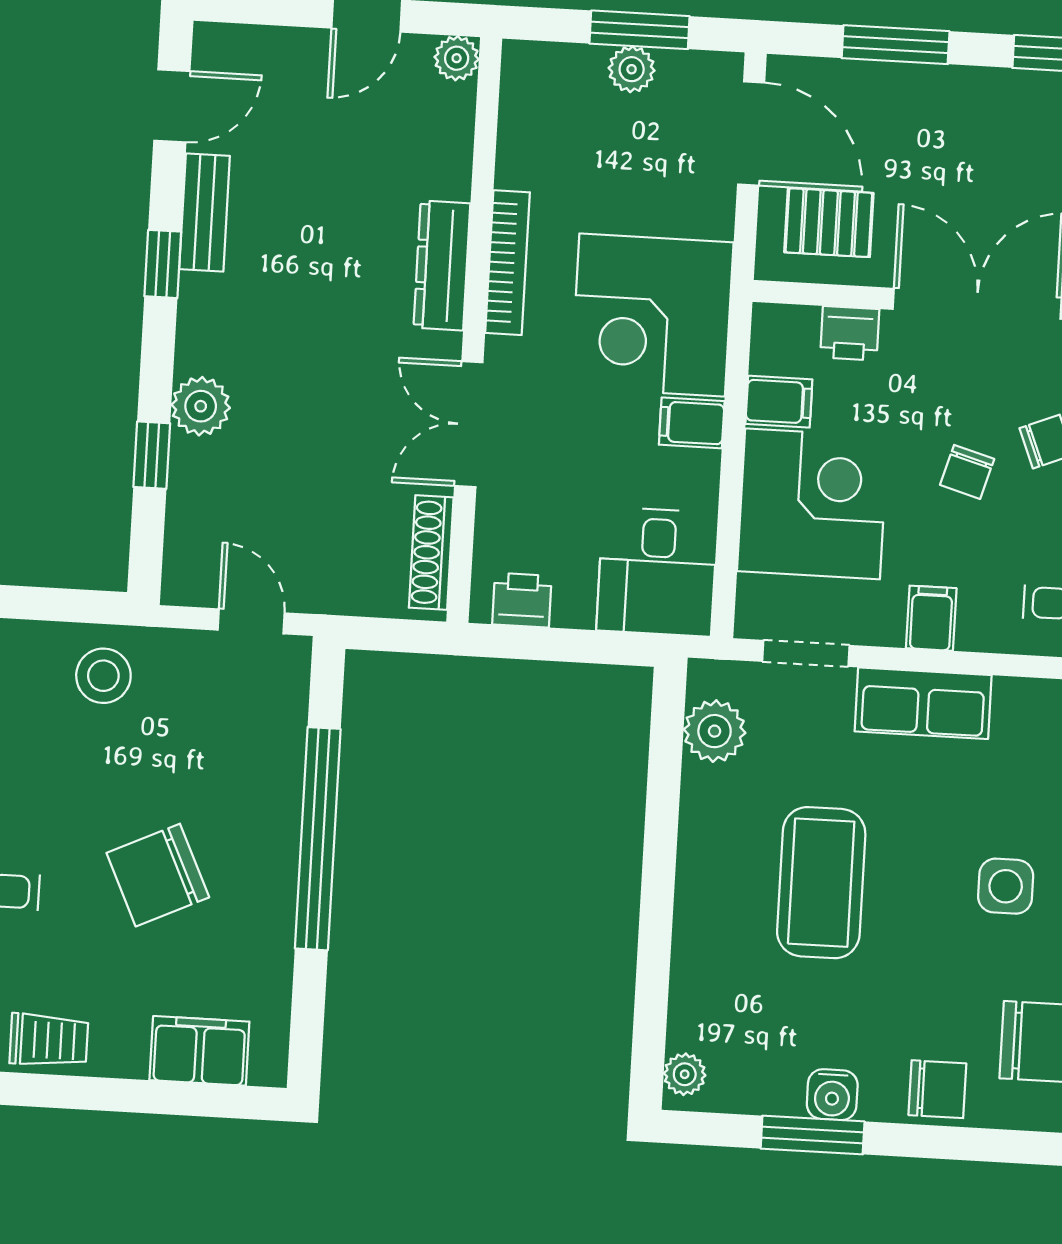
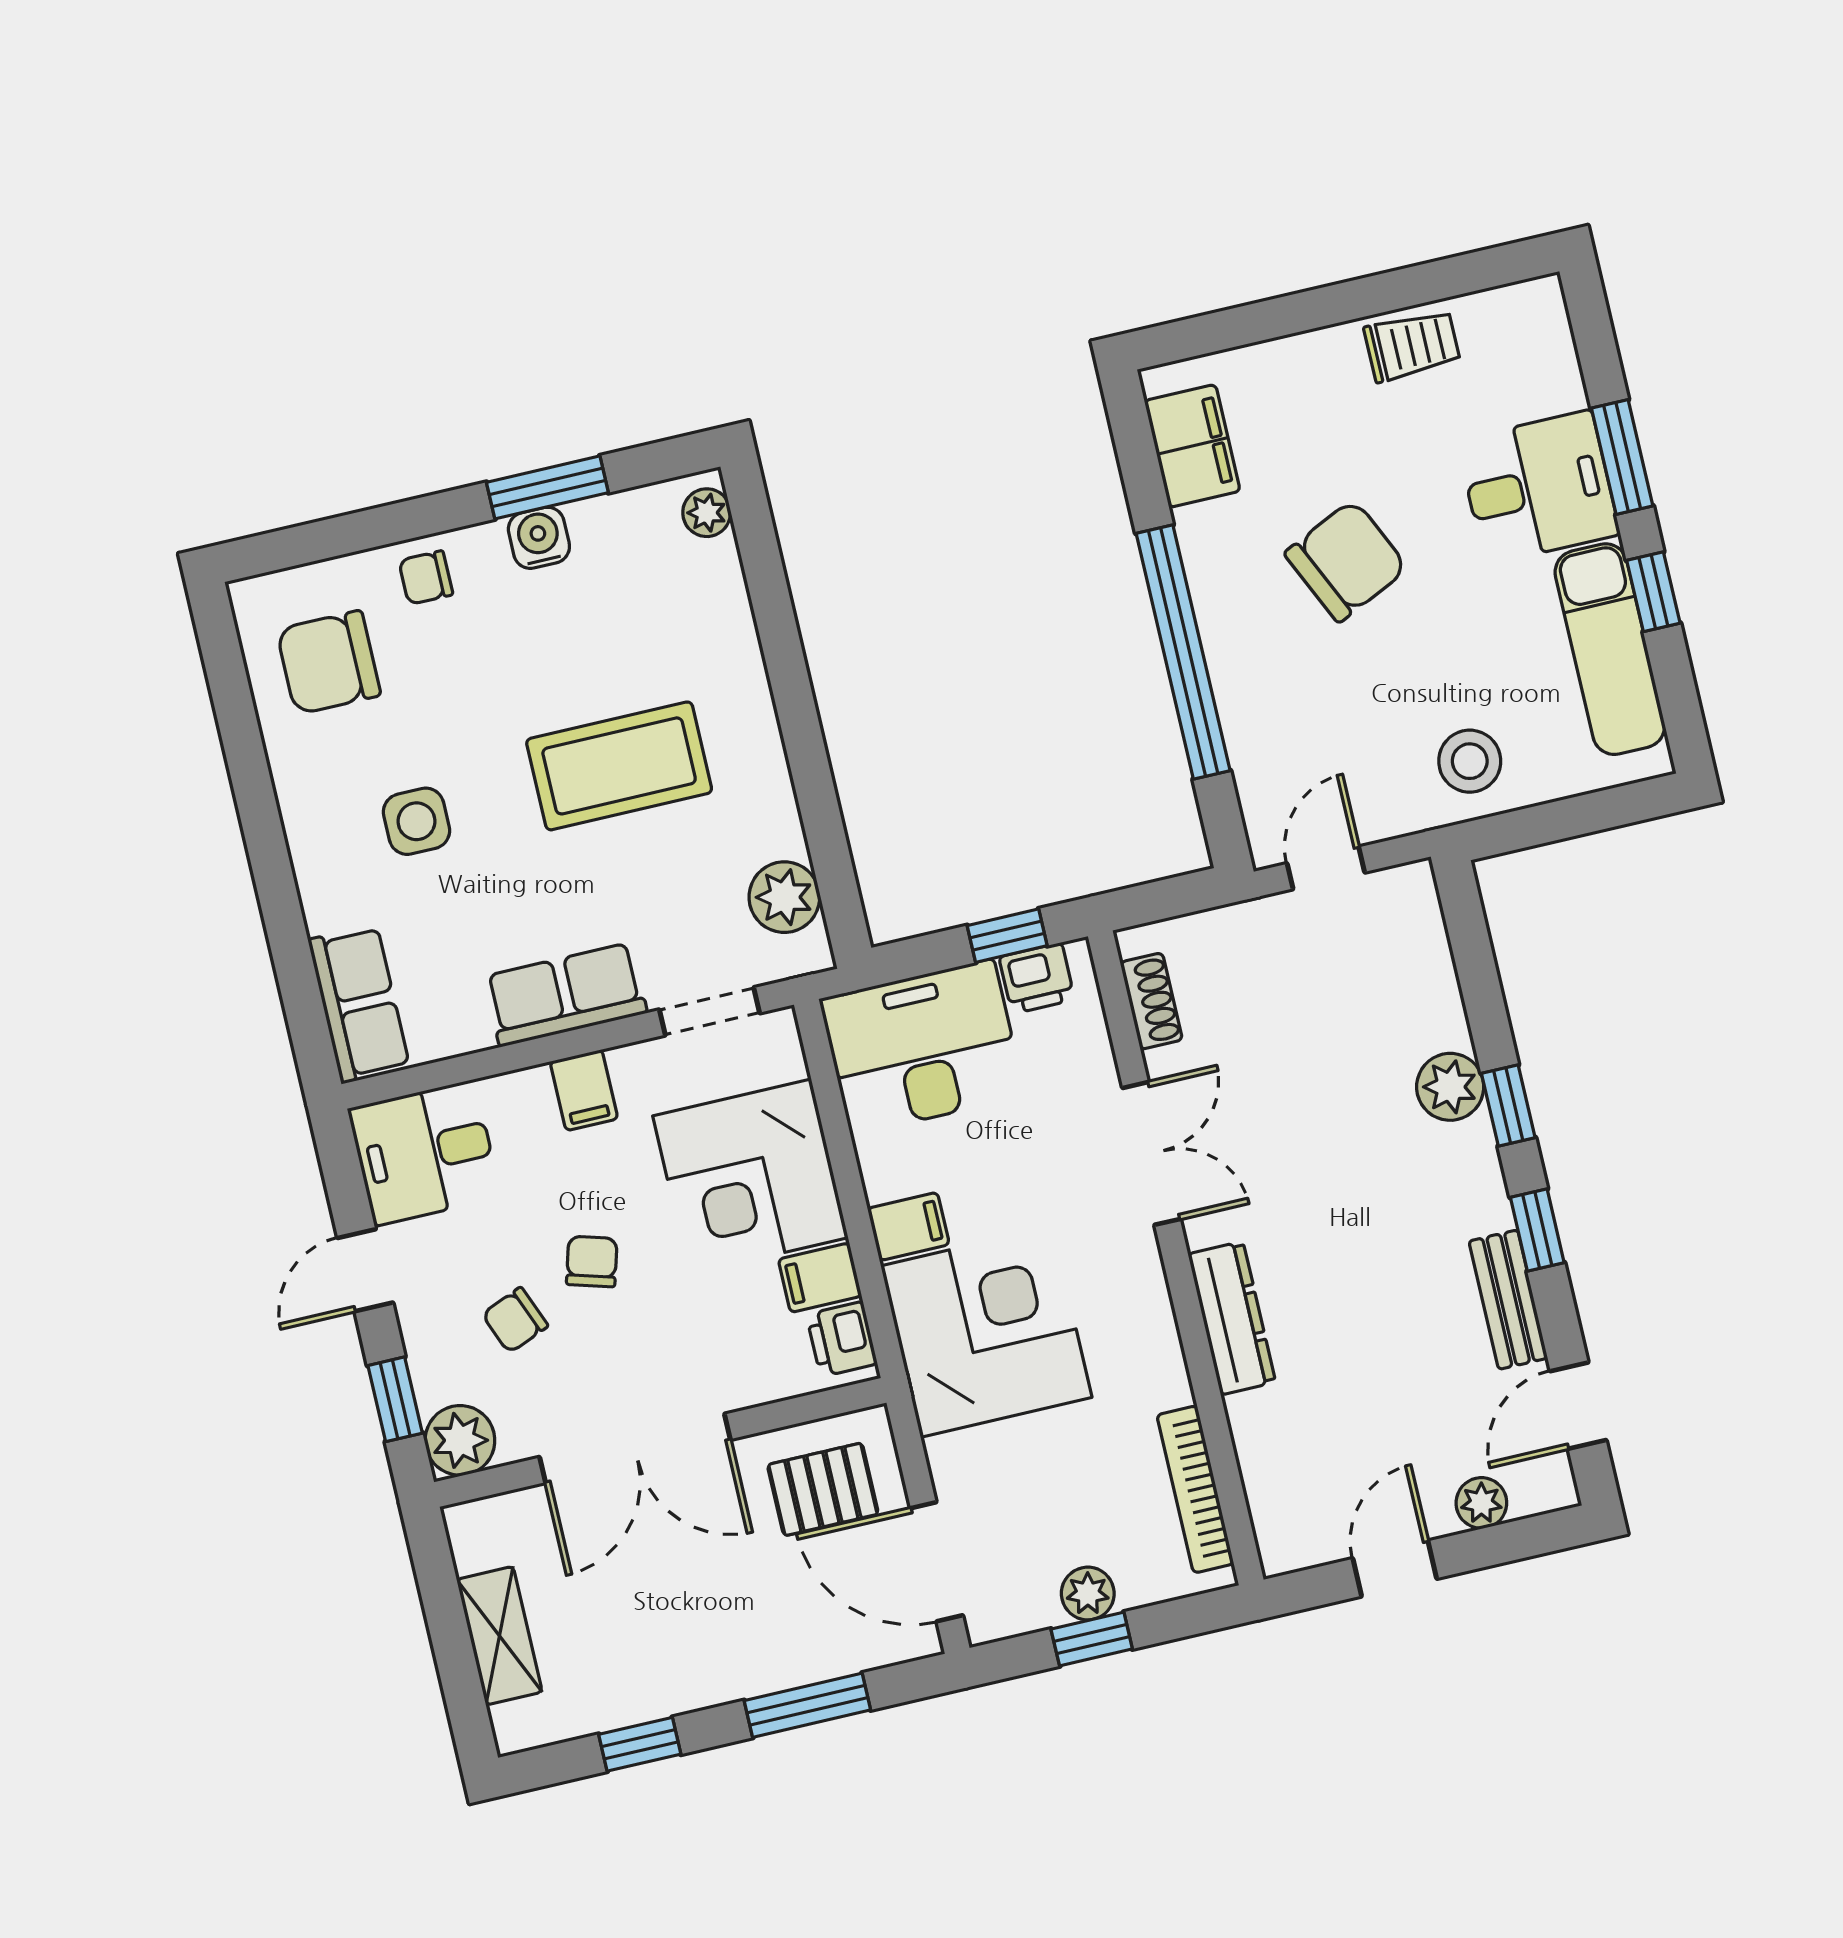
window: (640, 30) -> (1092, 1639), width x0.67
plant: (457, 58) -> (1481, 1503), moved
bookcase: (508, 263) -> (1195, 1489), moved
printer: (850, 333) -> (842, 1339), moved, turned -90
window: (152, 455) -> (1508, 1106), moved
shoe rack: (431, 553) -> (1151, 1001), width x0.70
desk: (657, 572) -> (922, 1047), width x1.37
door: (251, 621) -> (1326, 868), swing flipped
window: (536, 643) -> (1007, 936), added
coffee table: (821, 883) -> (619, 766), turned 90
trolley: (49, 1040) -> (1412, 345), turned 180
filing cabinet: (199, 1051) -> (1192, 446), moved, turned -90
chair: (937, 1089) -> (426, 578), width x0.73, depth x0.73

